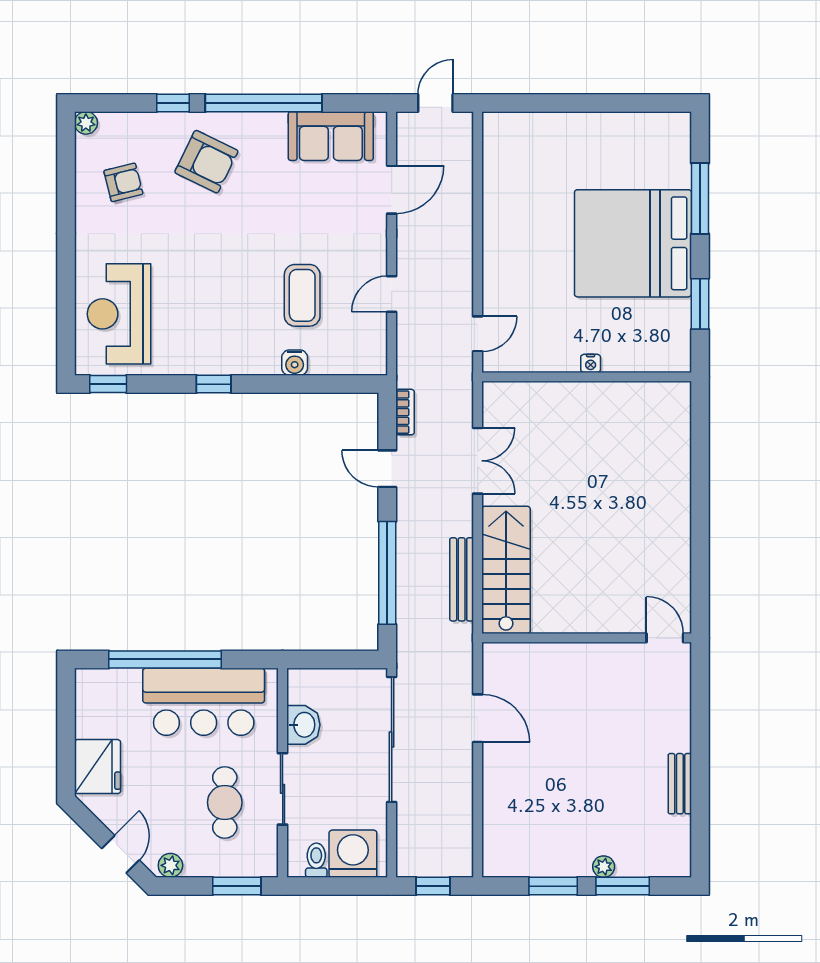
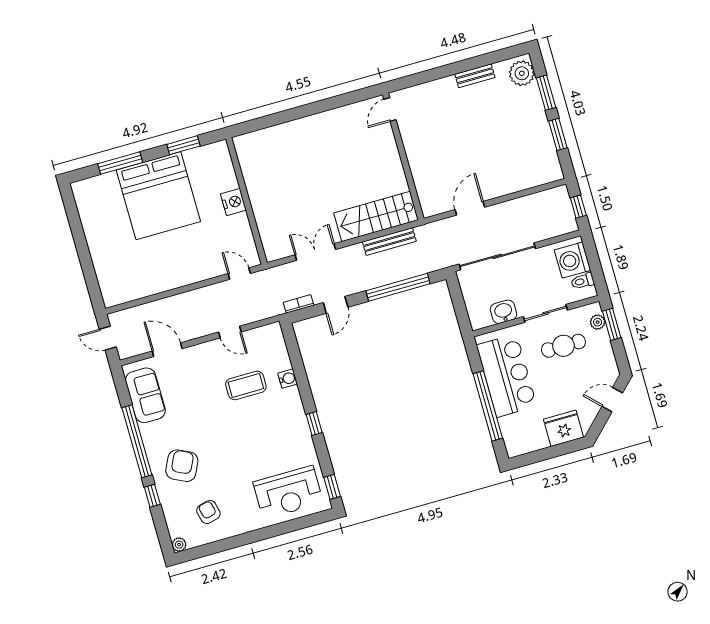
nightstand: (591, 363) -> (233, 202), width x1.89, depth x1.79
plant: (170, 865) -> (598, 322), moved
plant: (604, 867) -> (522, 73), moved, width x1.87, depth x1.87

